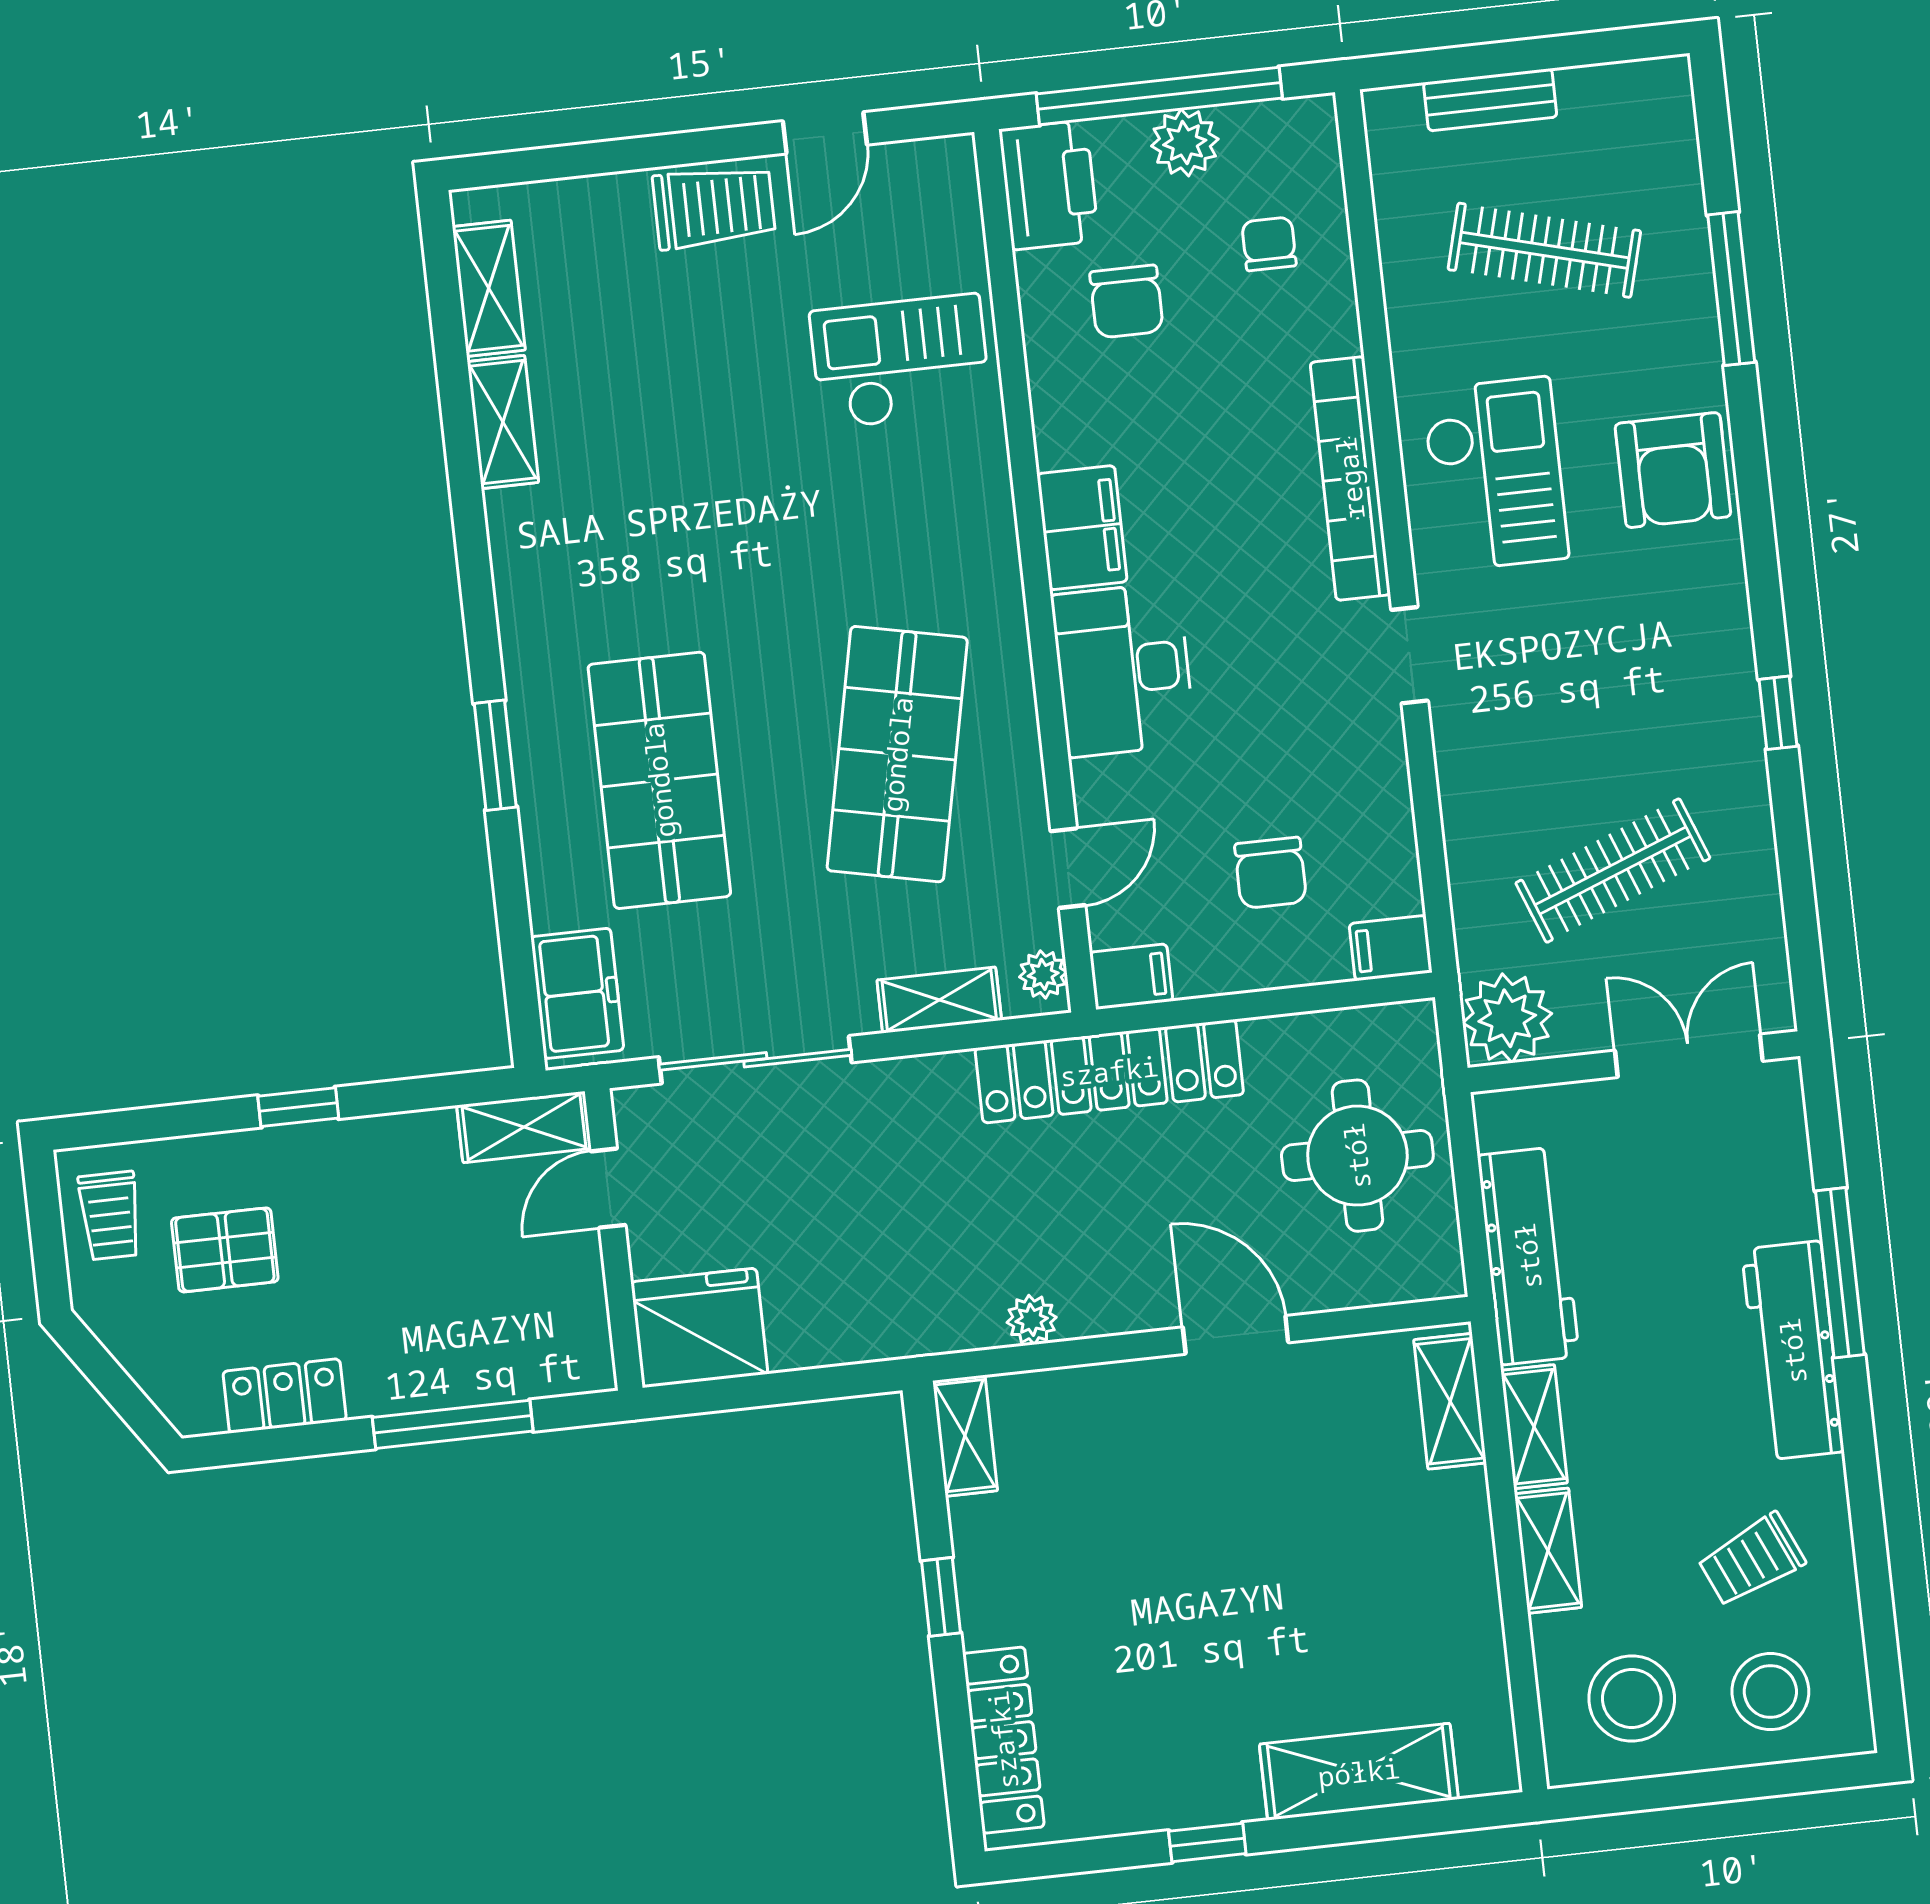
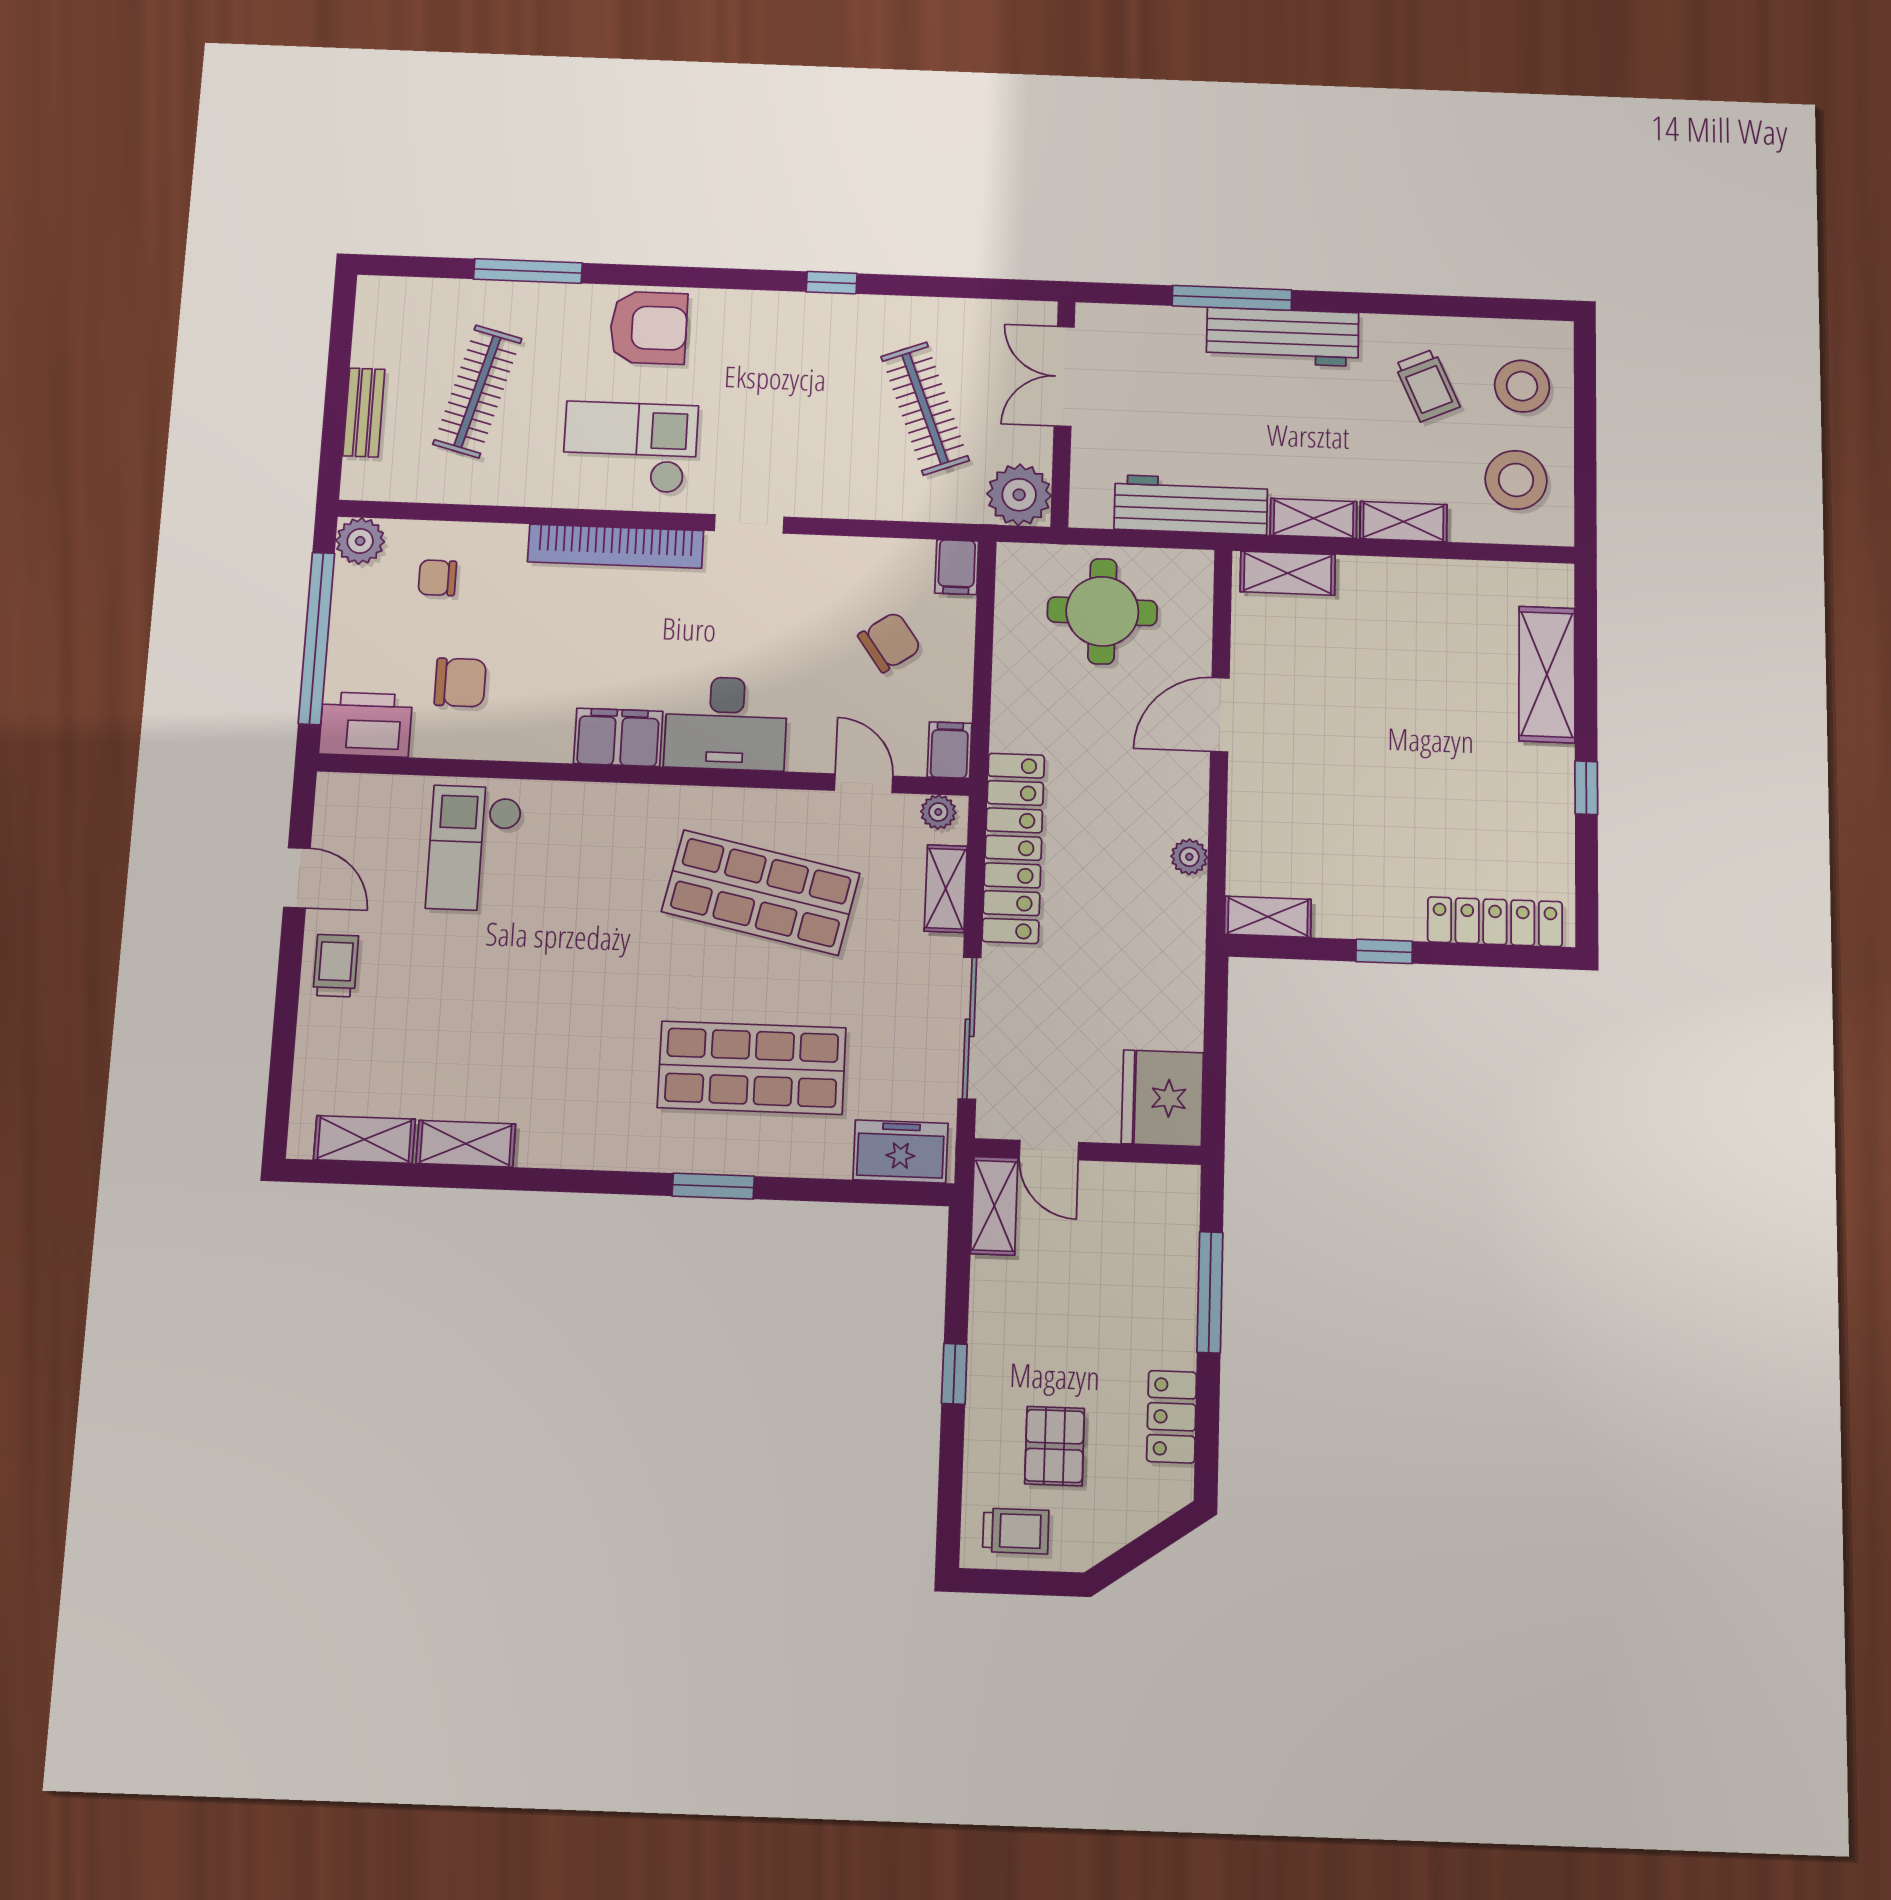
plant: (1185, 143) -> (360, 541), moved
trolley: (714, 207) -> (336, 966), width x0.73, depth x0.72
chair: (1271, 873) -> (890, 642), turned -35
locker: (1109, 1071) -> (1013, 848), moved

